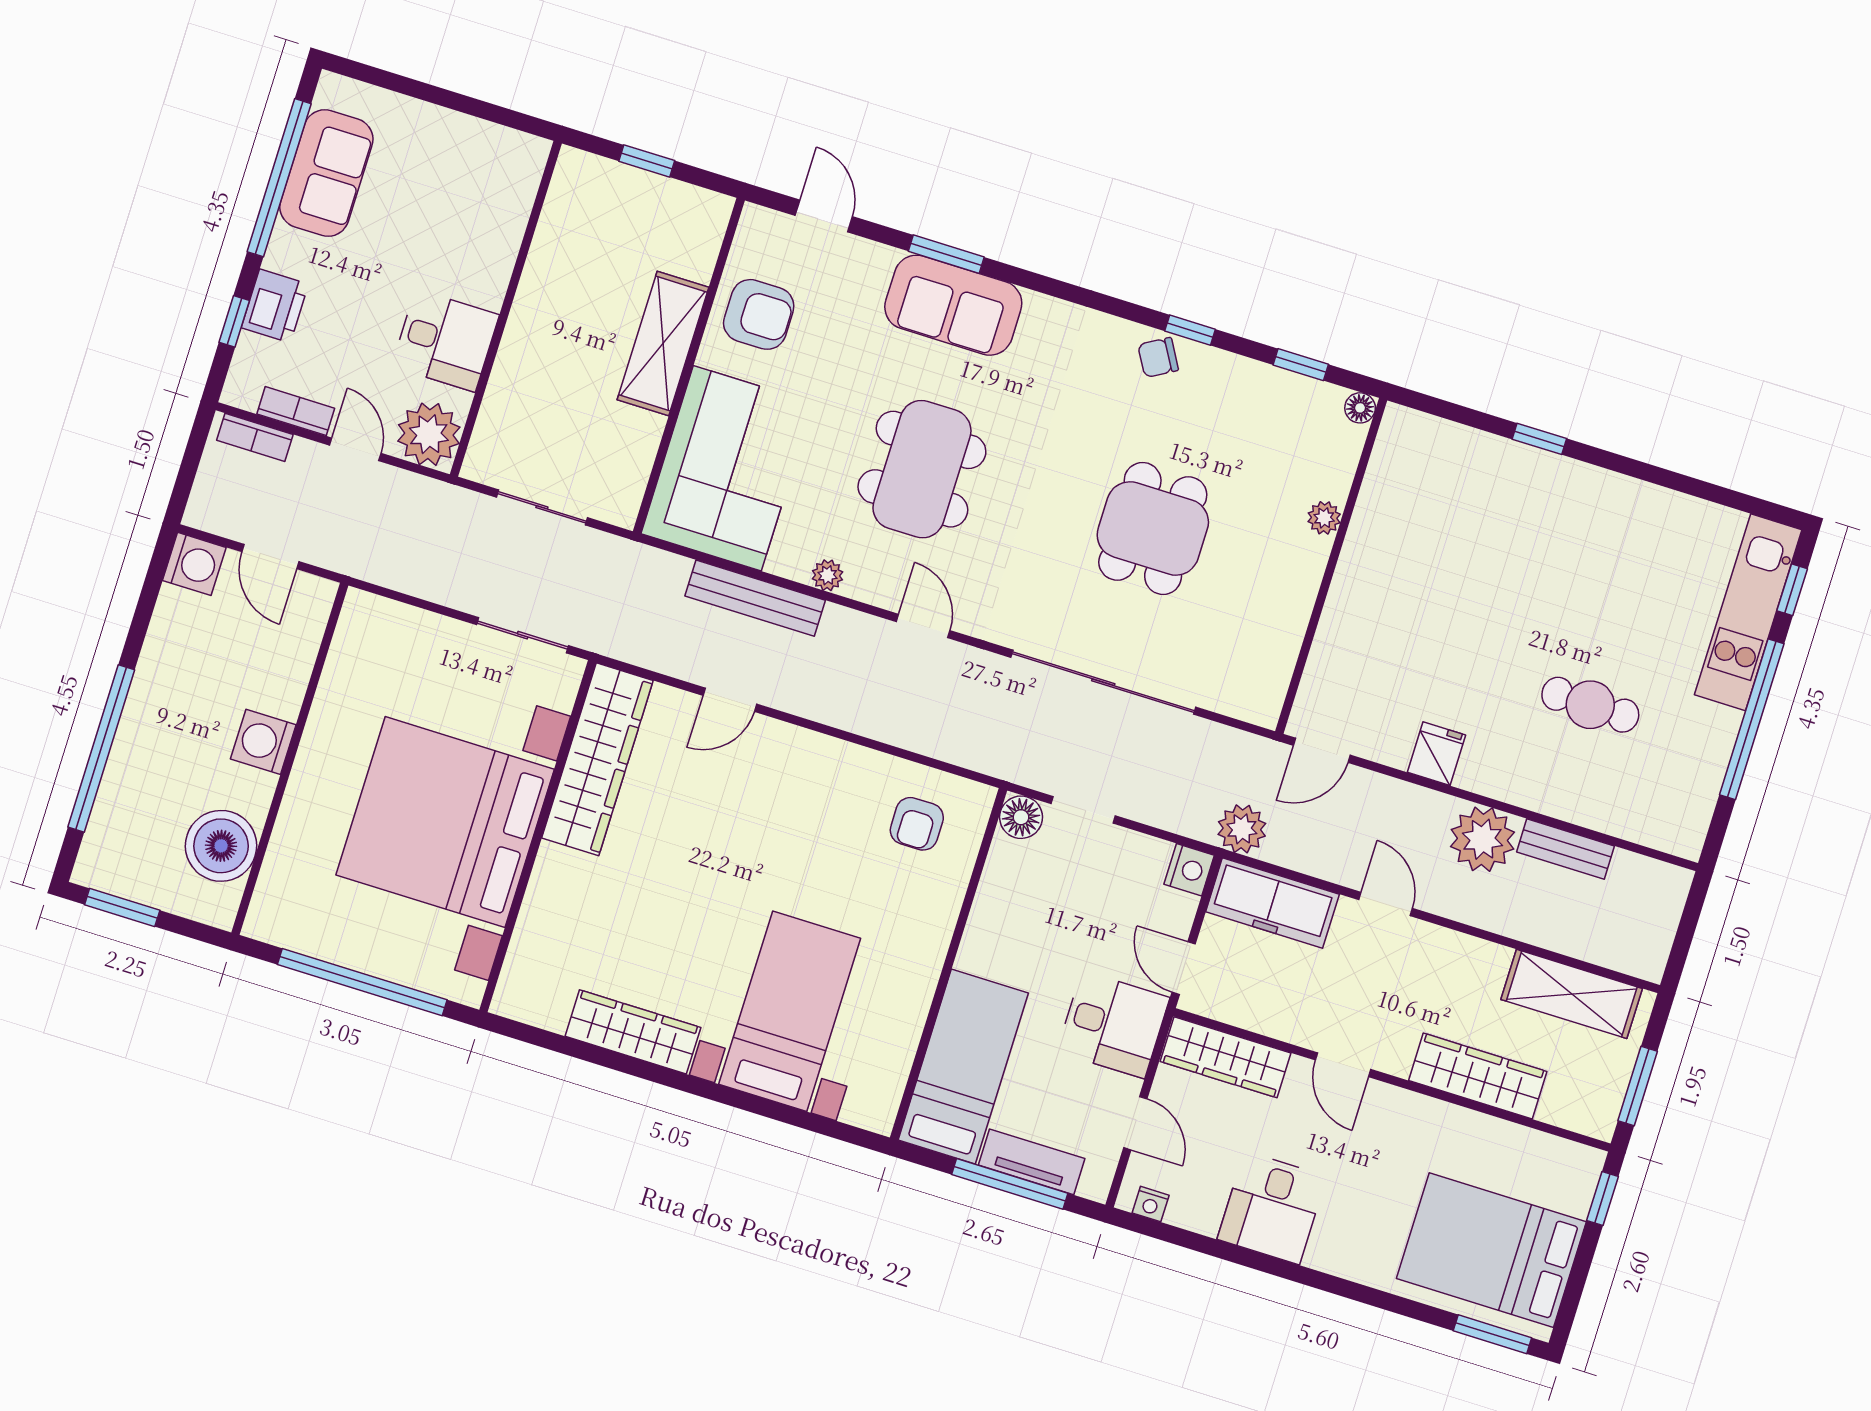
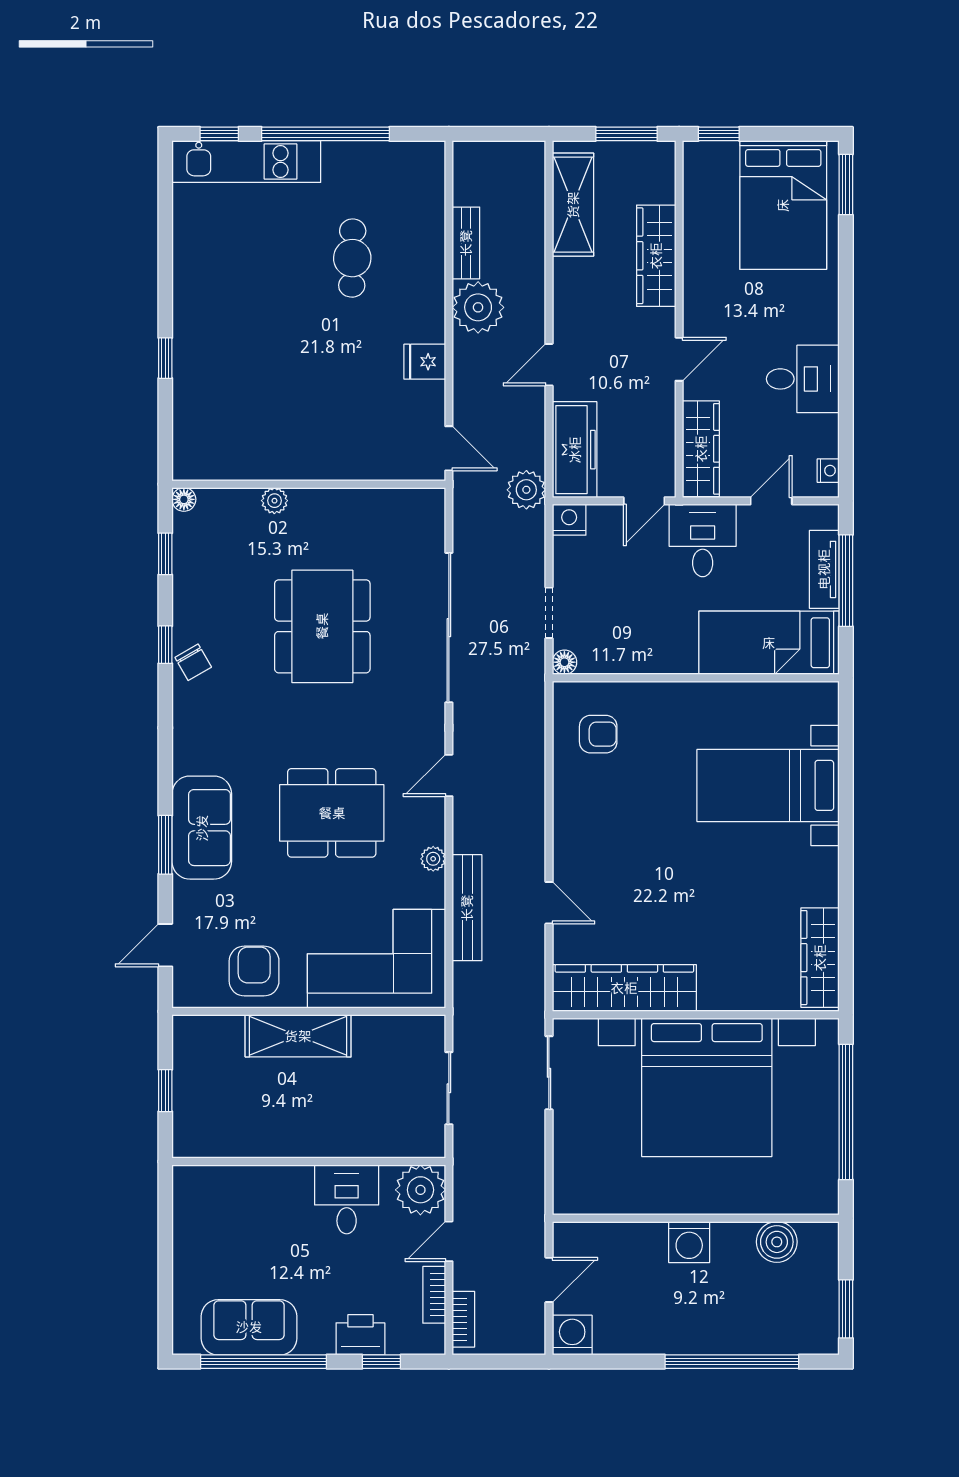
dining table: (1153, 528) -> (322, 626), width x1.38
floor lamp: (1021, 817) -> (564, 662), width x0.73, depth x0.73
boiler: (221, 846) -> (777, 1242), width x0.73, depth x0.73
wardrobe: (633, 1032) -> (820, 958), moved

